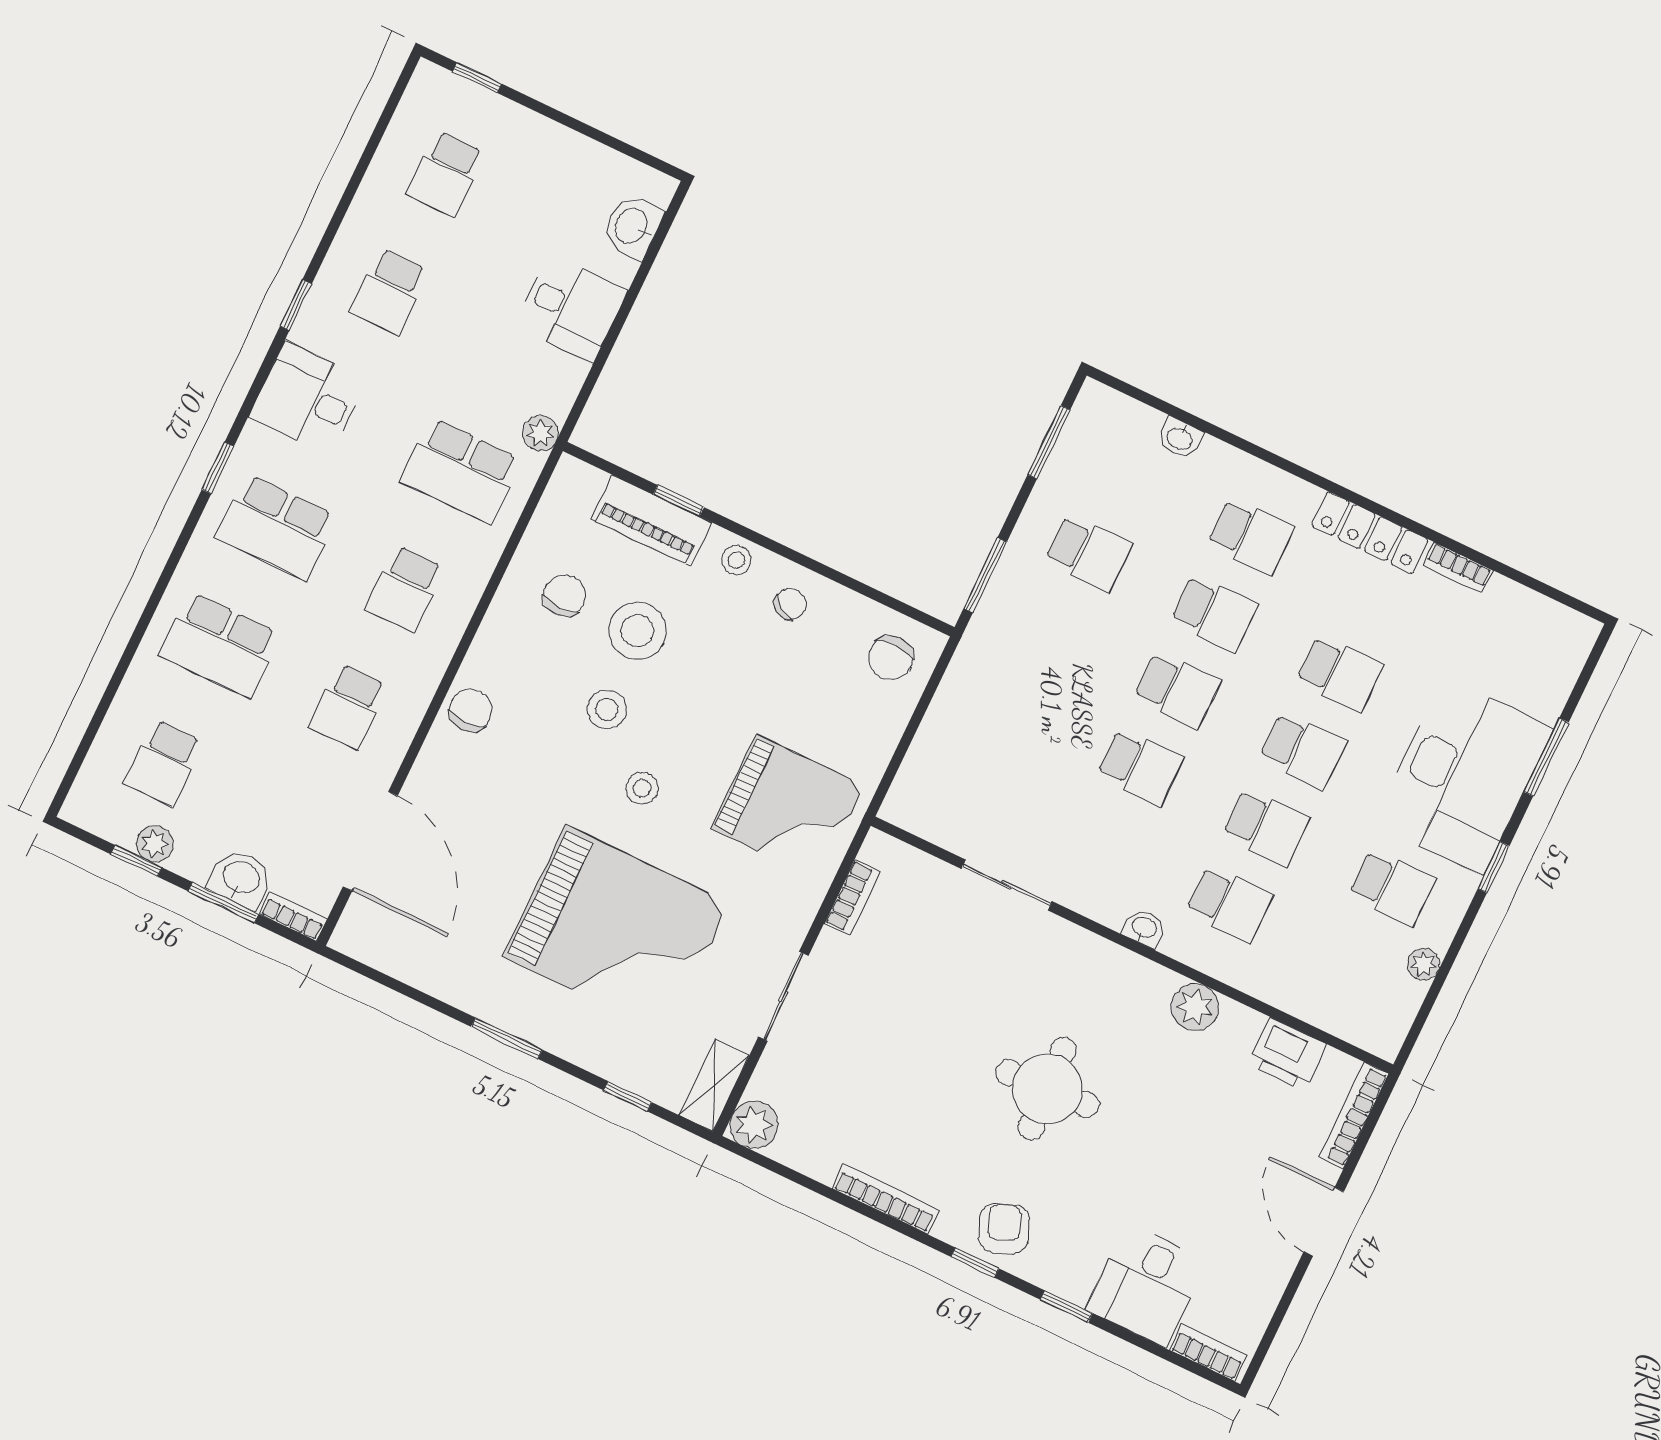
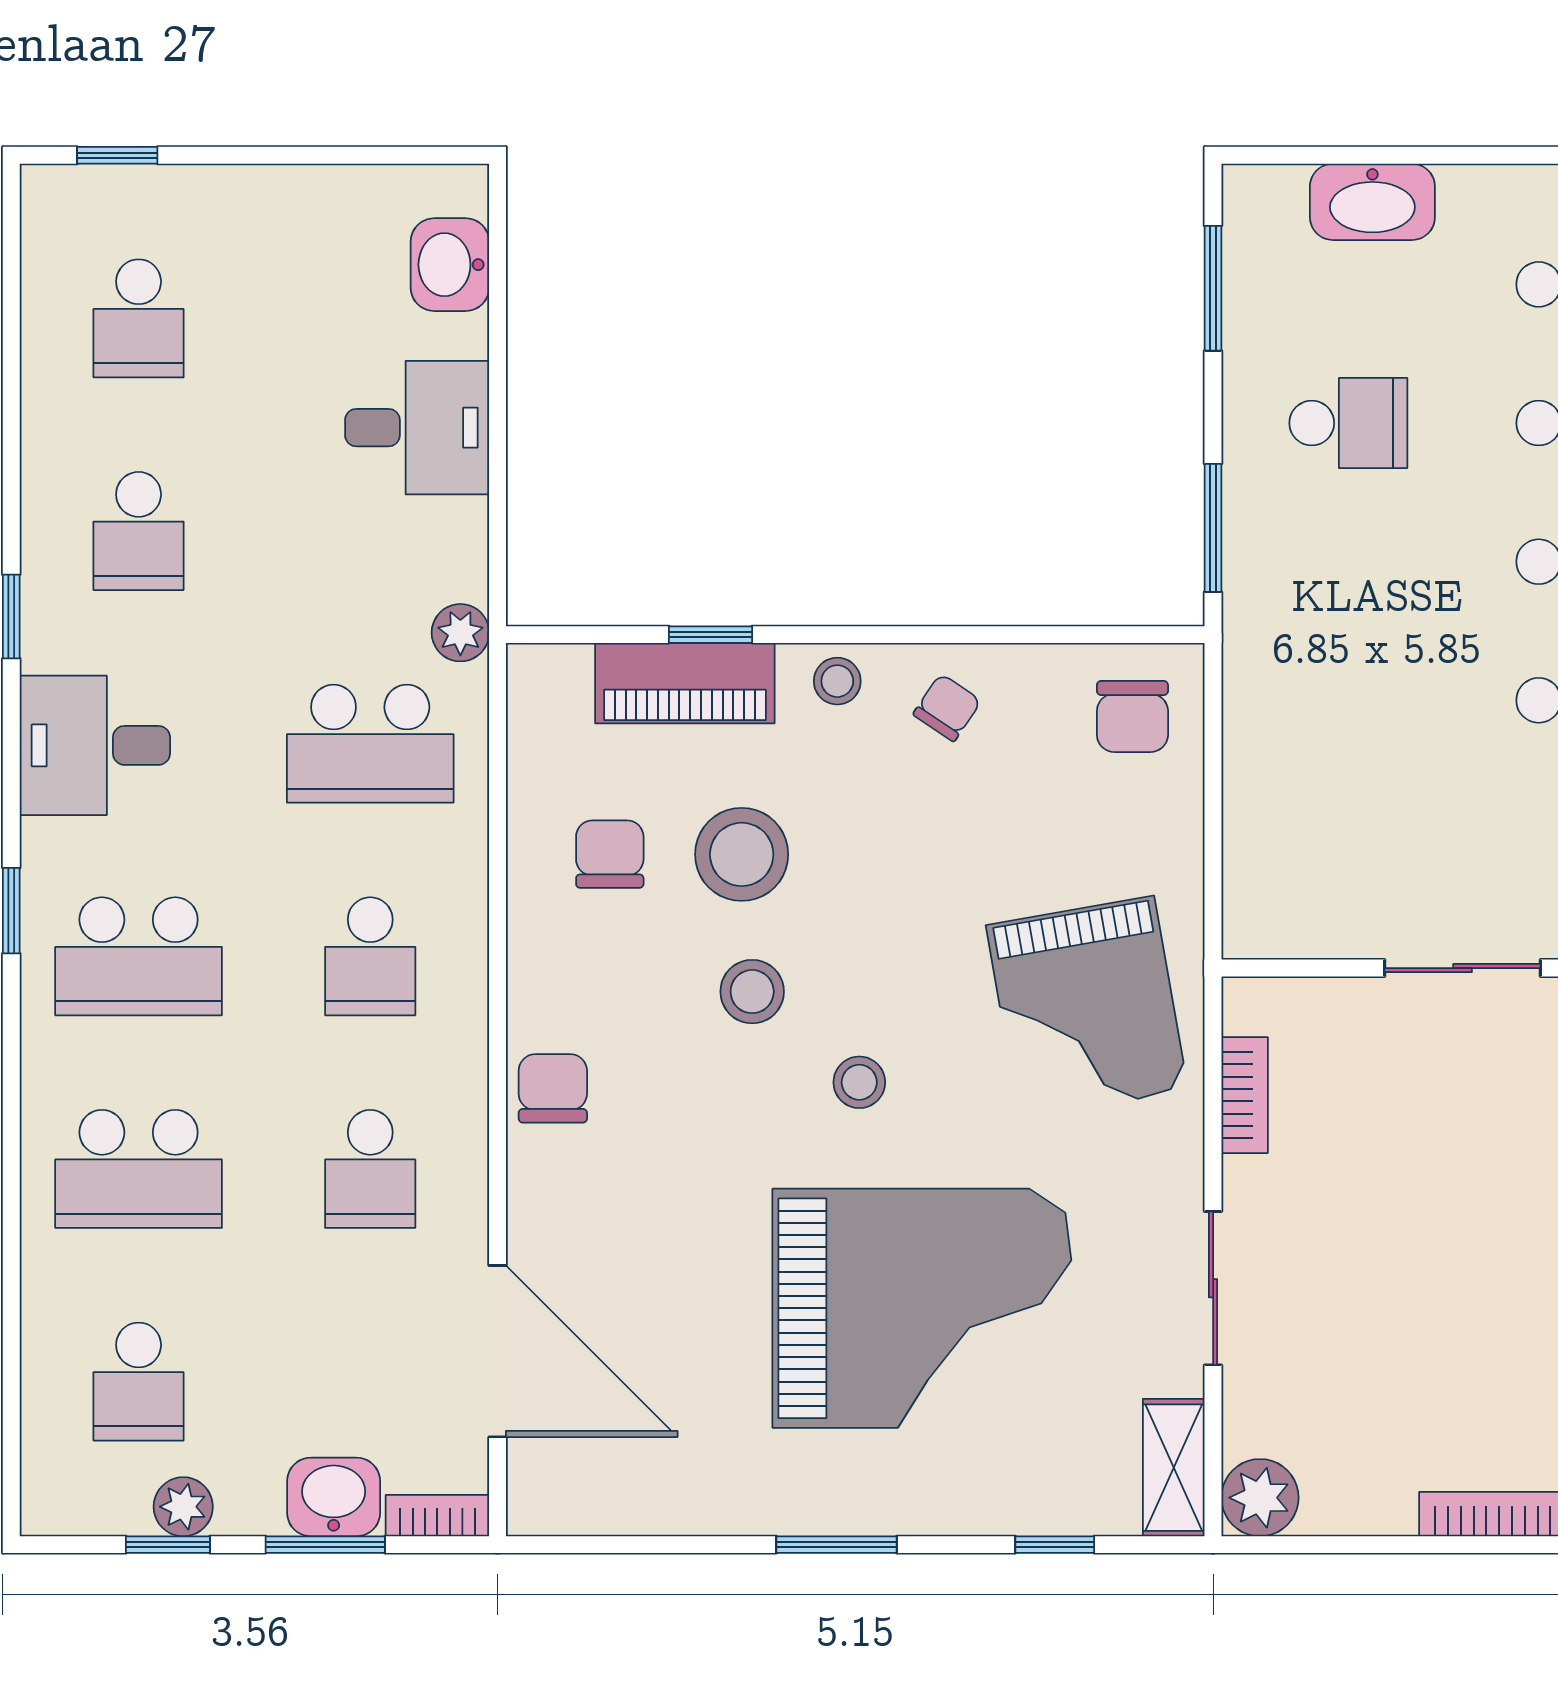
washbasin: (1180, 438) -> (1372, 202), width x1.91, depth x1.45
grand piano: (788, 807) -> (1087, 1008), turned 80

